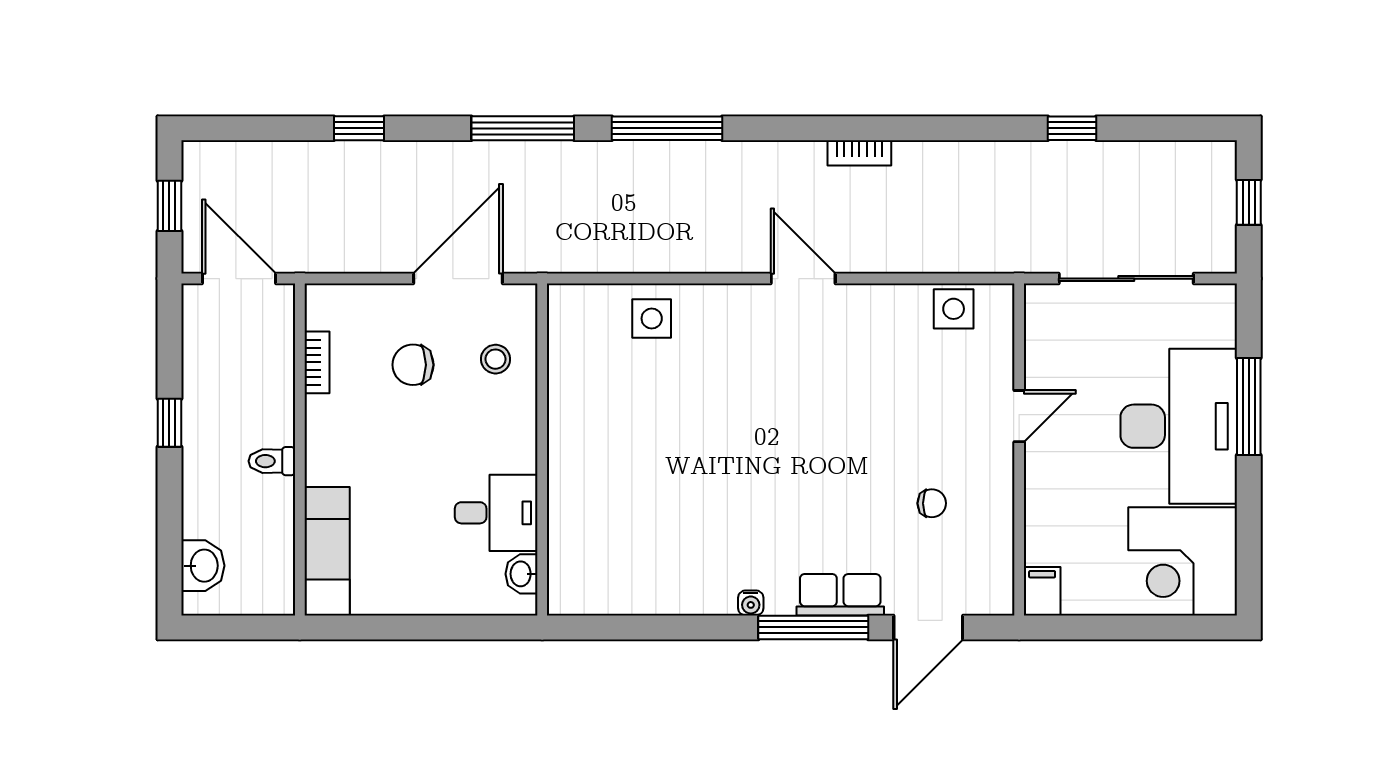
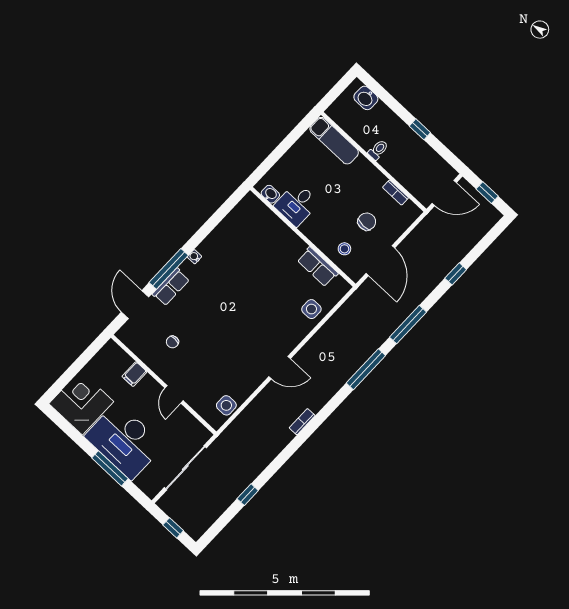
row of seats: (569, 376) -> (318, 267), added
filing cabinet: (1042, 591) -> (134, 374), moved, turned 90

